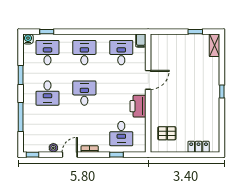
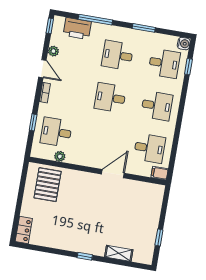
shelving: (215, 45) -> (119, 253), moved
door: (148, 80) -> (113, 174), swing flipped
desk: (84, 93) -> (110, 98), turned 180
printer: (138, 106) -> (77, 29), moved, turned 180
plant: (141, 127) -> (60, 156), added
pallet: (167, 133) -> (48, 185), width x1.50, depth x1.42
locker: (199, 147) -> (24, 230), moved

